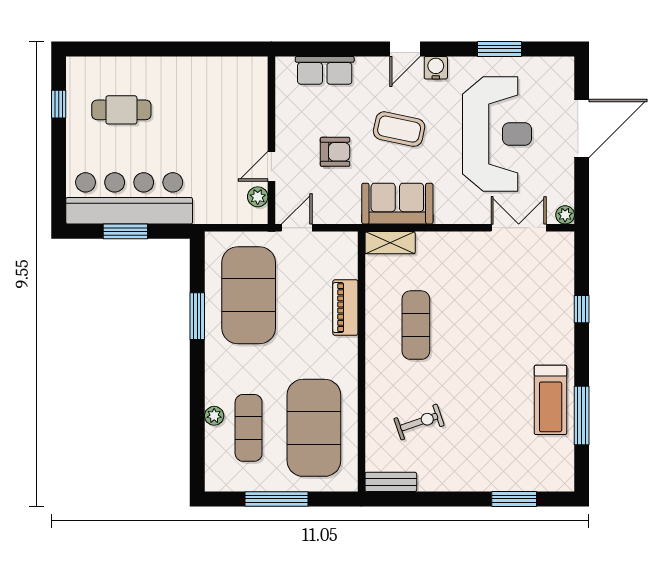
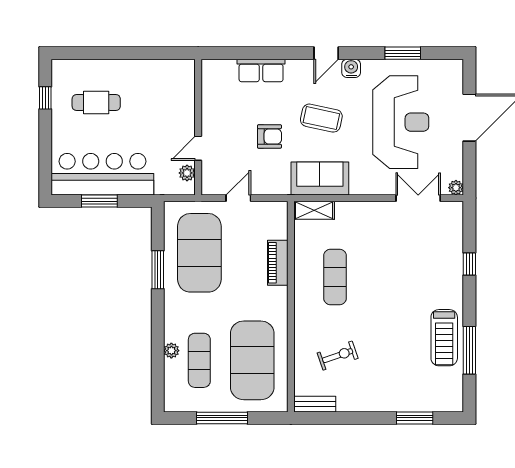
wall: (271, 140) -> (198, 127), moved
door: (271, 166) -> (198, 148), moved
plant: (258, 197) -> (187, 173), moved

